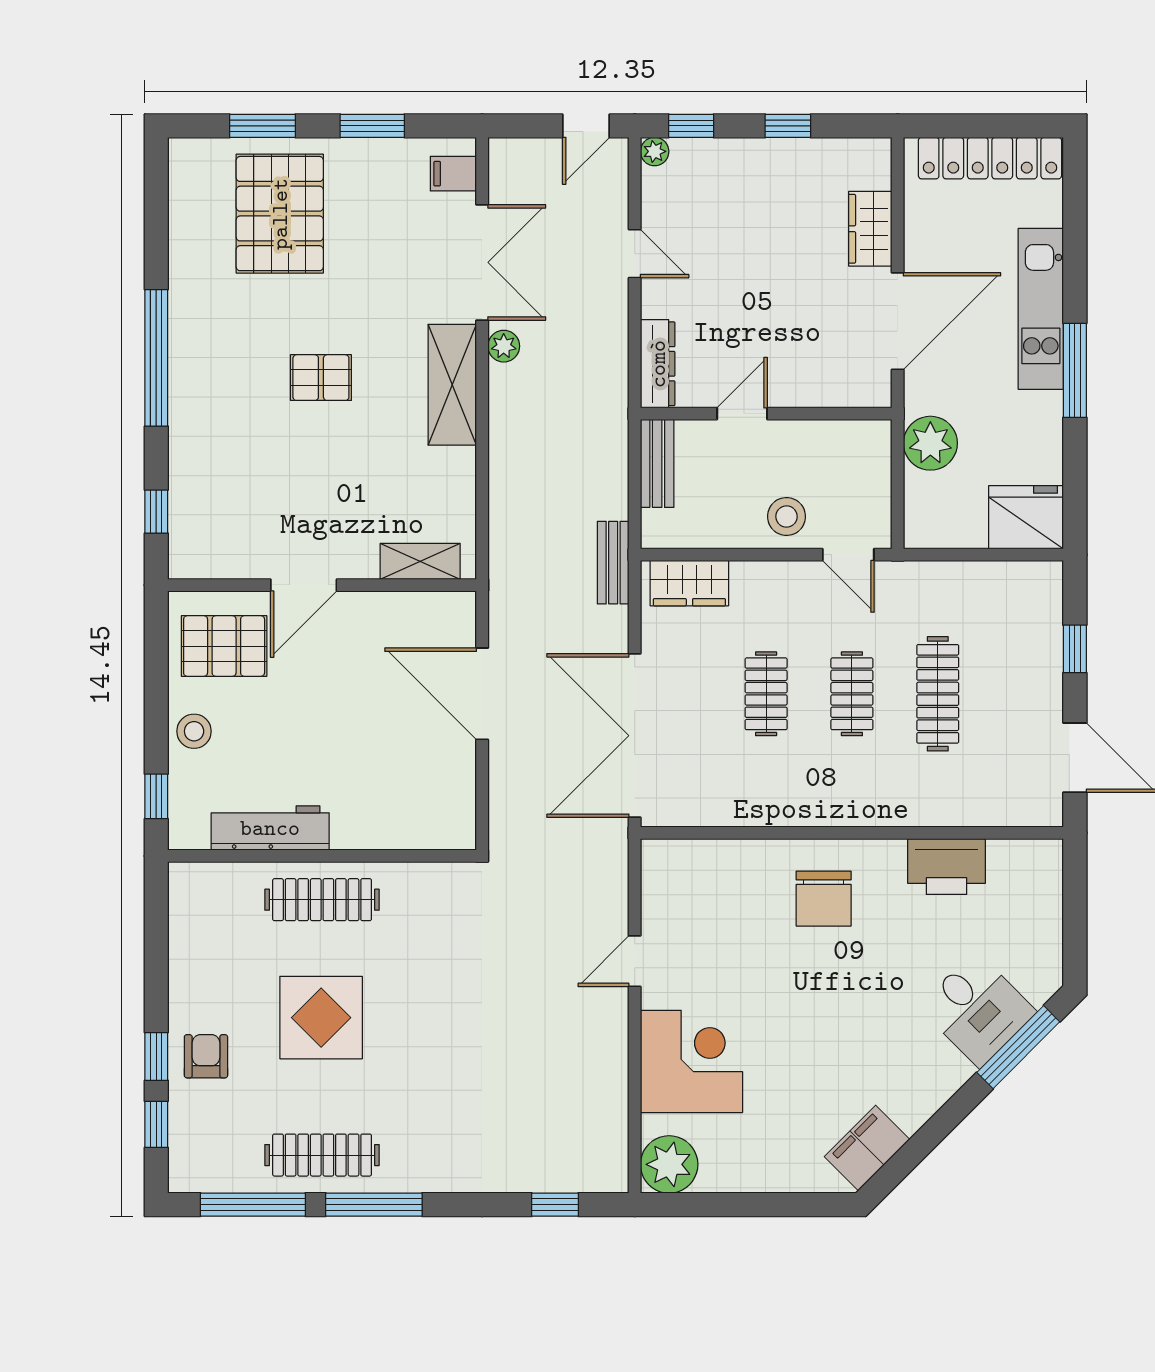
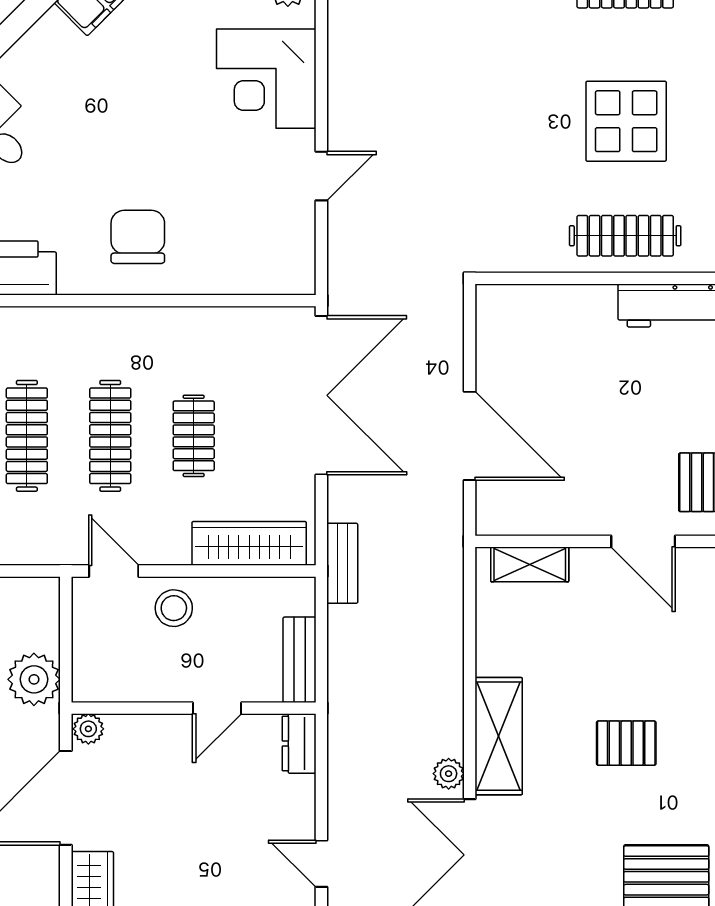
dresser: (658, 364) -> (299, 743), width x0.70
plant: (874, 392) -> (88, 729), added
wardrobe: (689, 583) -> (249, 543), width x1.50
door: (304, 585) -> (643, 541), swing flipped
clothes rail: (852, 694) -> (110, 436), width x1.36

